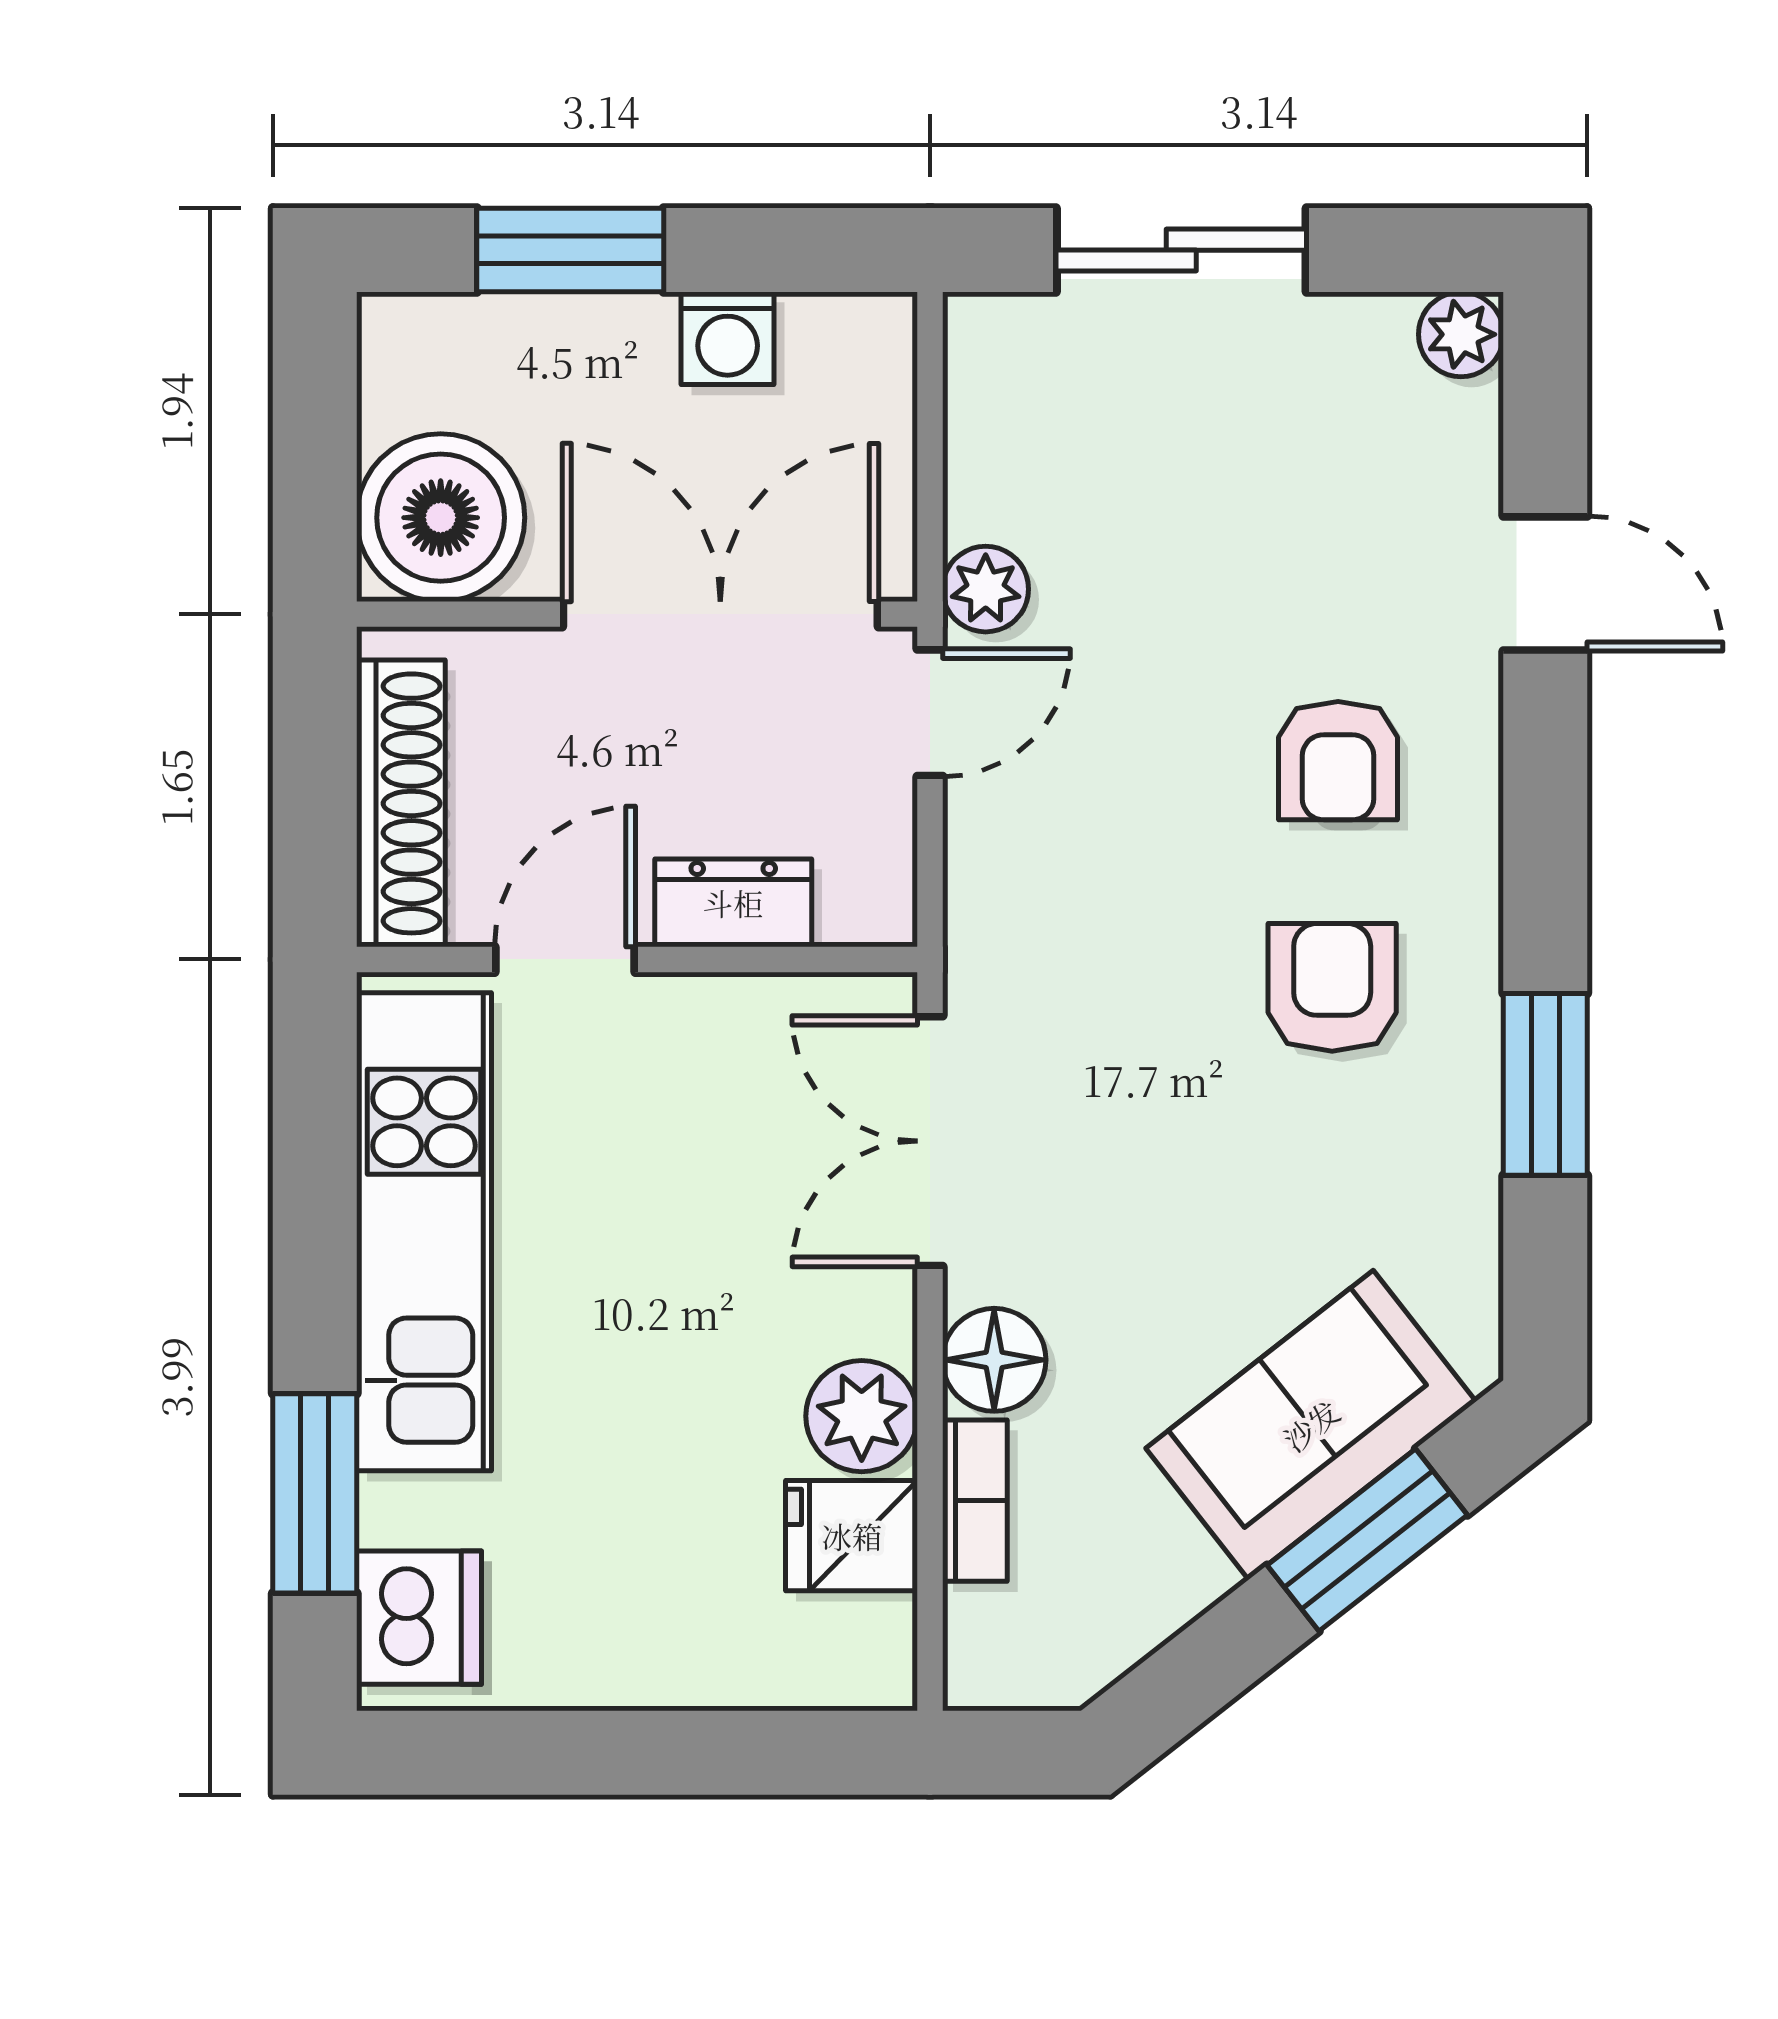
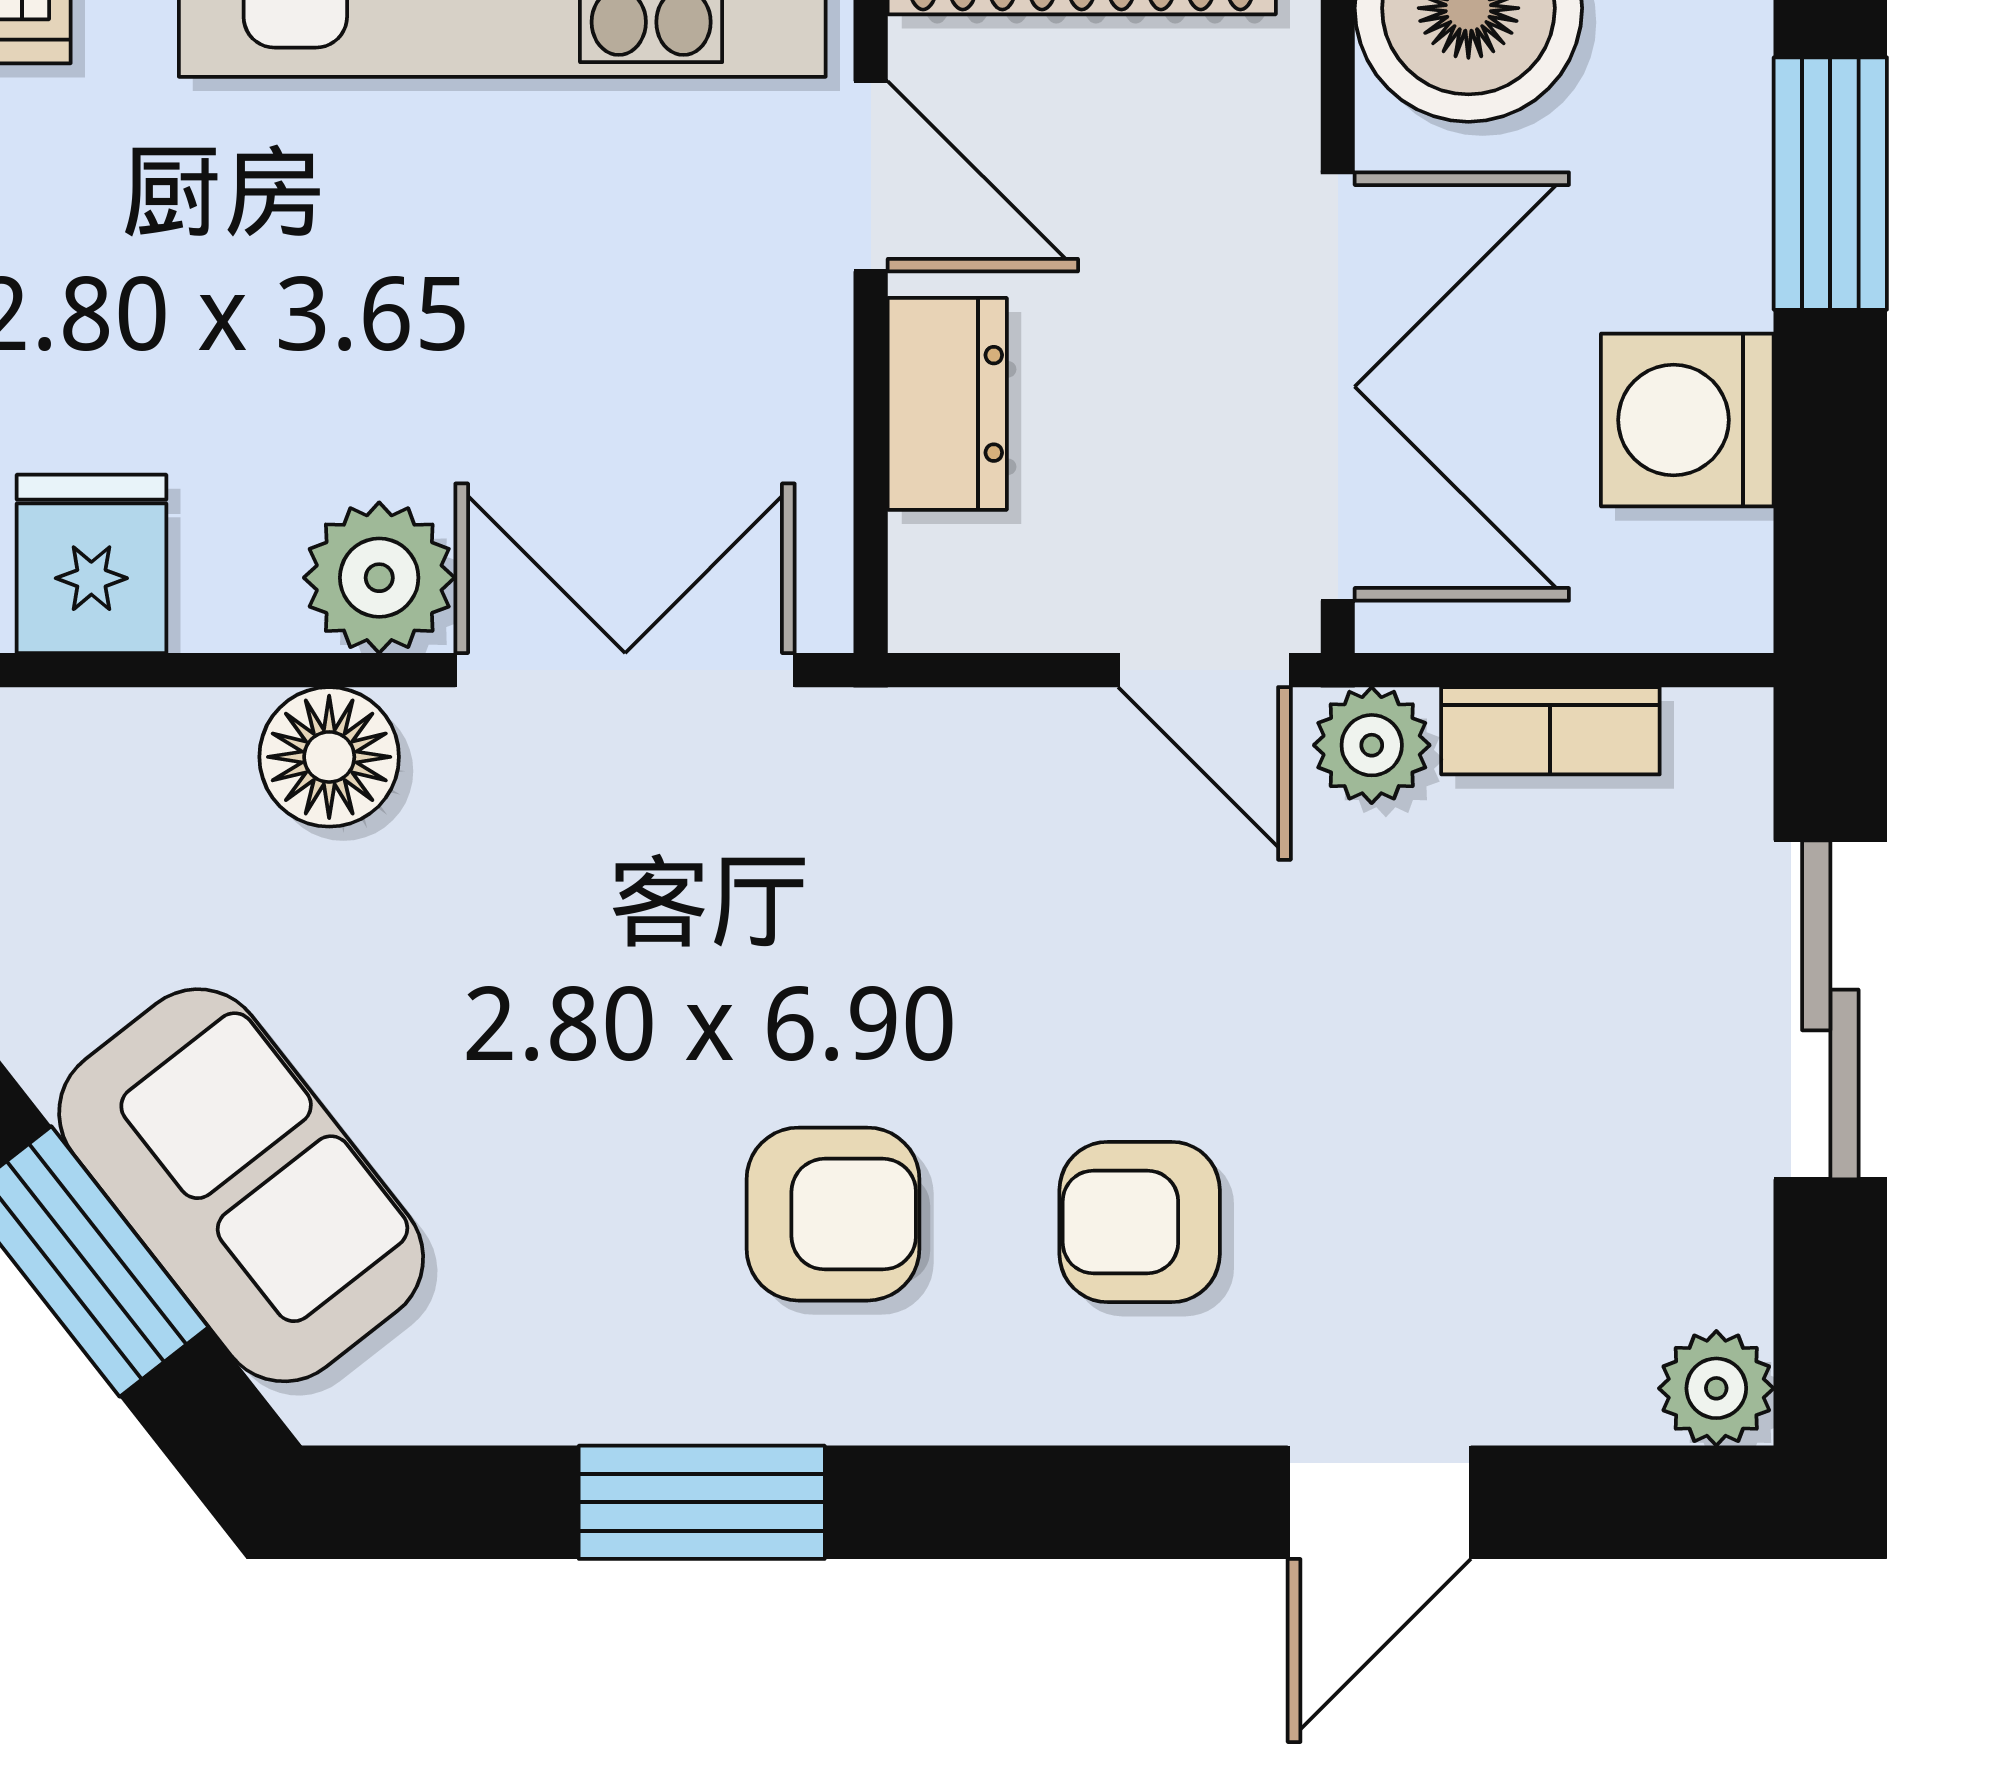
washing machine: (728, 338) -> (1687, 420), width x1.38, depth x1.38
plant: (862, 1416) -> (379, 578), moved
bookcase: (975, 1501) -> (1550, 731), moved

